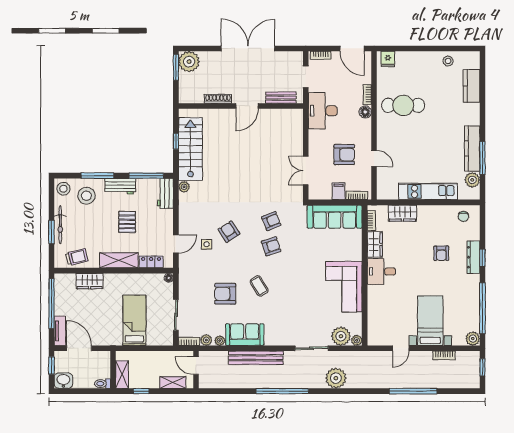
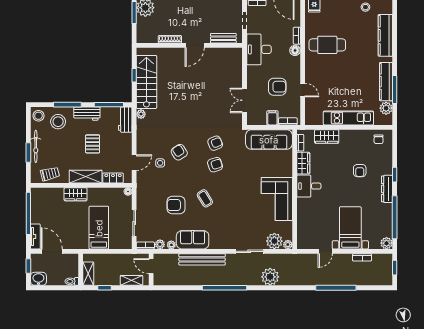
kitchen counter: (471, 86) -> (385, 35), width x1.50
dresser: (473, 257) -> (387, 189), moved
wardrobe: (90, 281) -> (76, 194), moved

